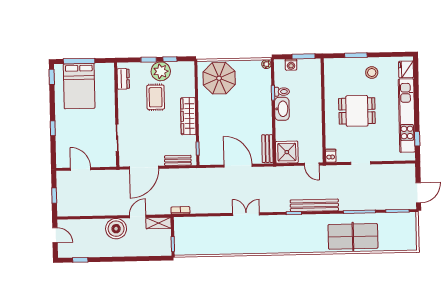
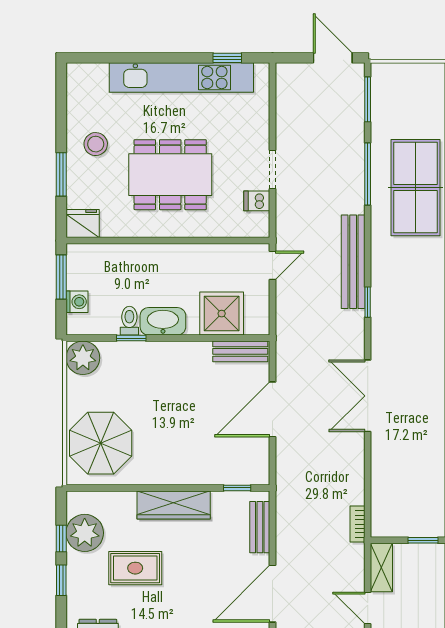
plant: (266, 64) -> (83, 358), width x1.88, depth x1.88
fridge: (406, 69) -> (83, 223), moved, turned 180
plant: (161, 71) -> (85, 533), moved
dining table: (357, 111) -> (170, 175), width x1.38
shower: (287, 152) -> (222, 314), moved
dishwasher: (331, 156) -> (257, 201), moved
door: (144, 168) -> (272, 594), swing flipped
double door: (246, 214) -> (368, 396), width x1.37

